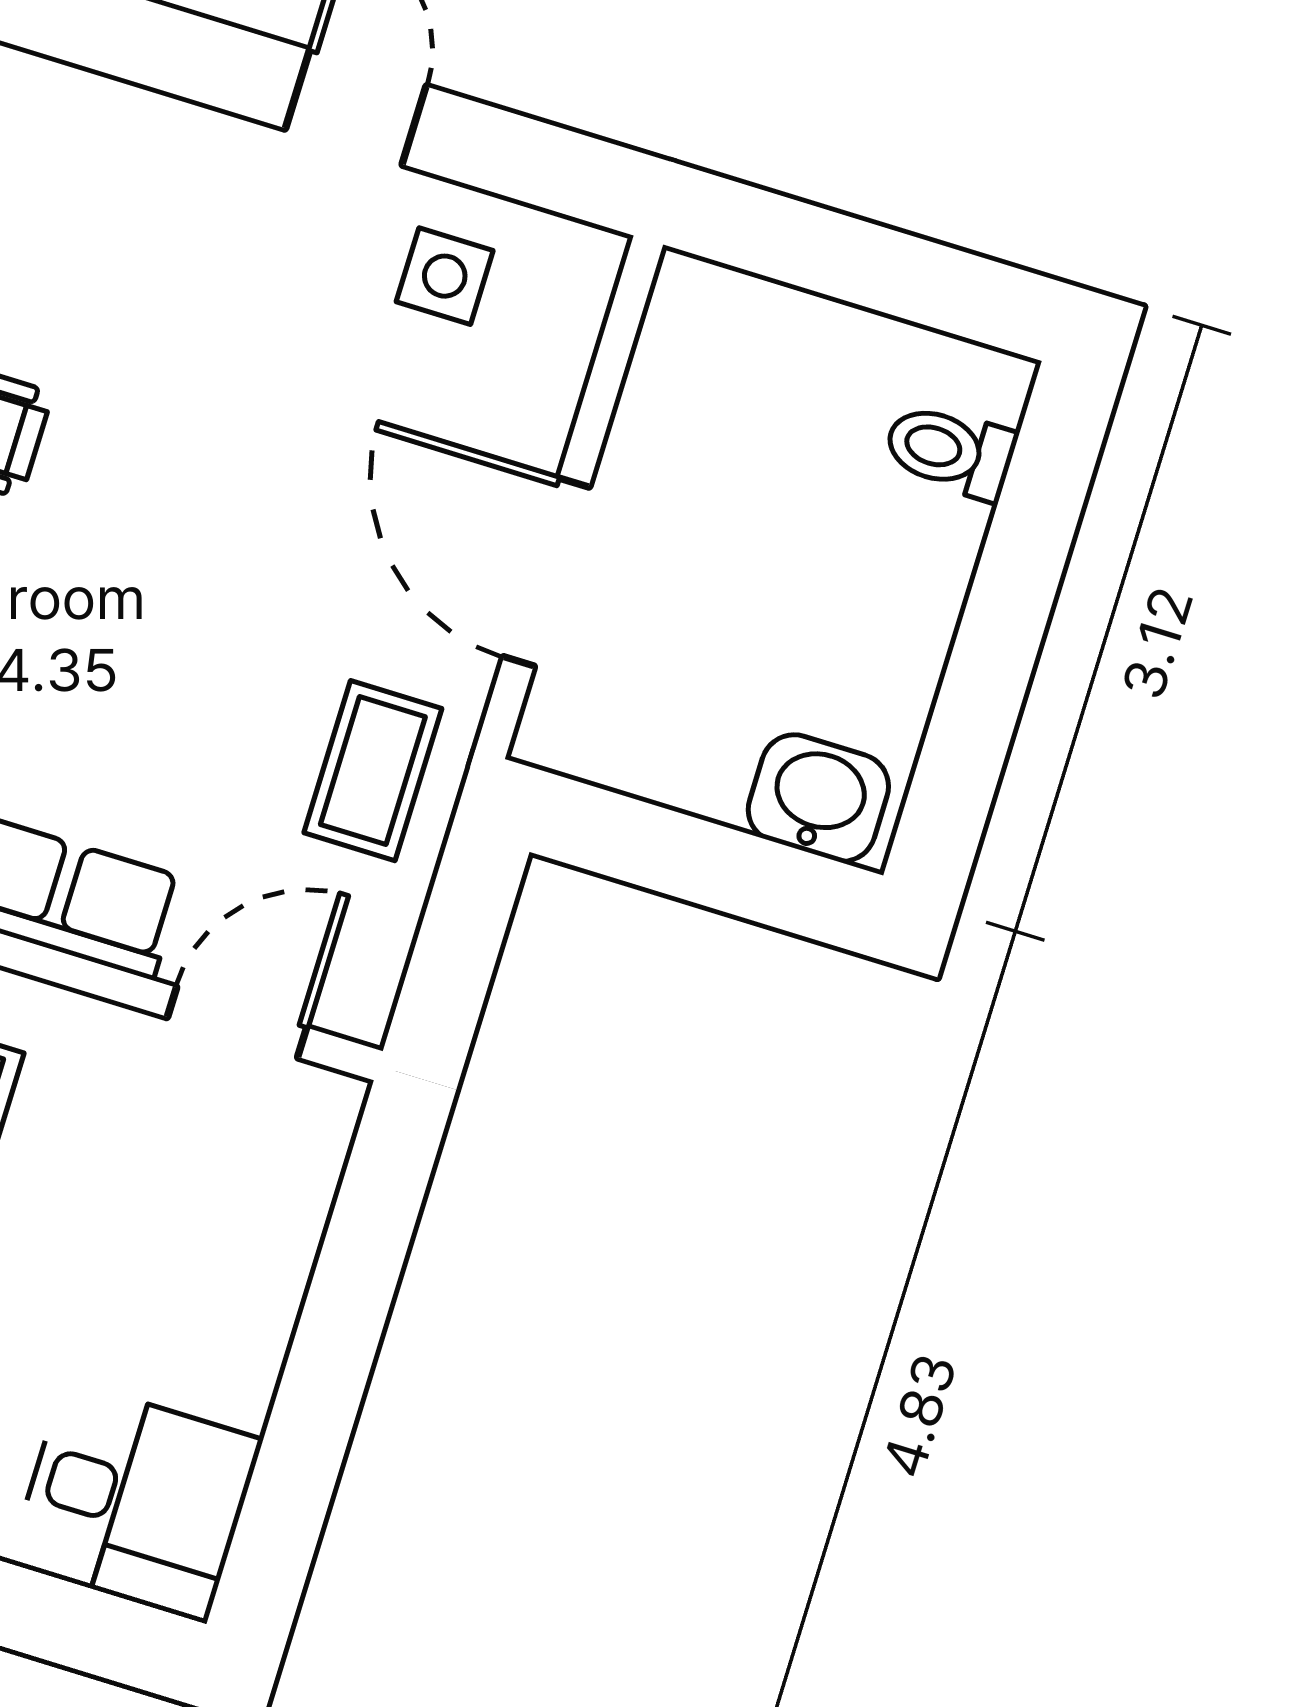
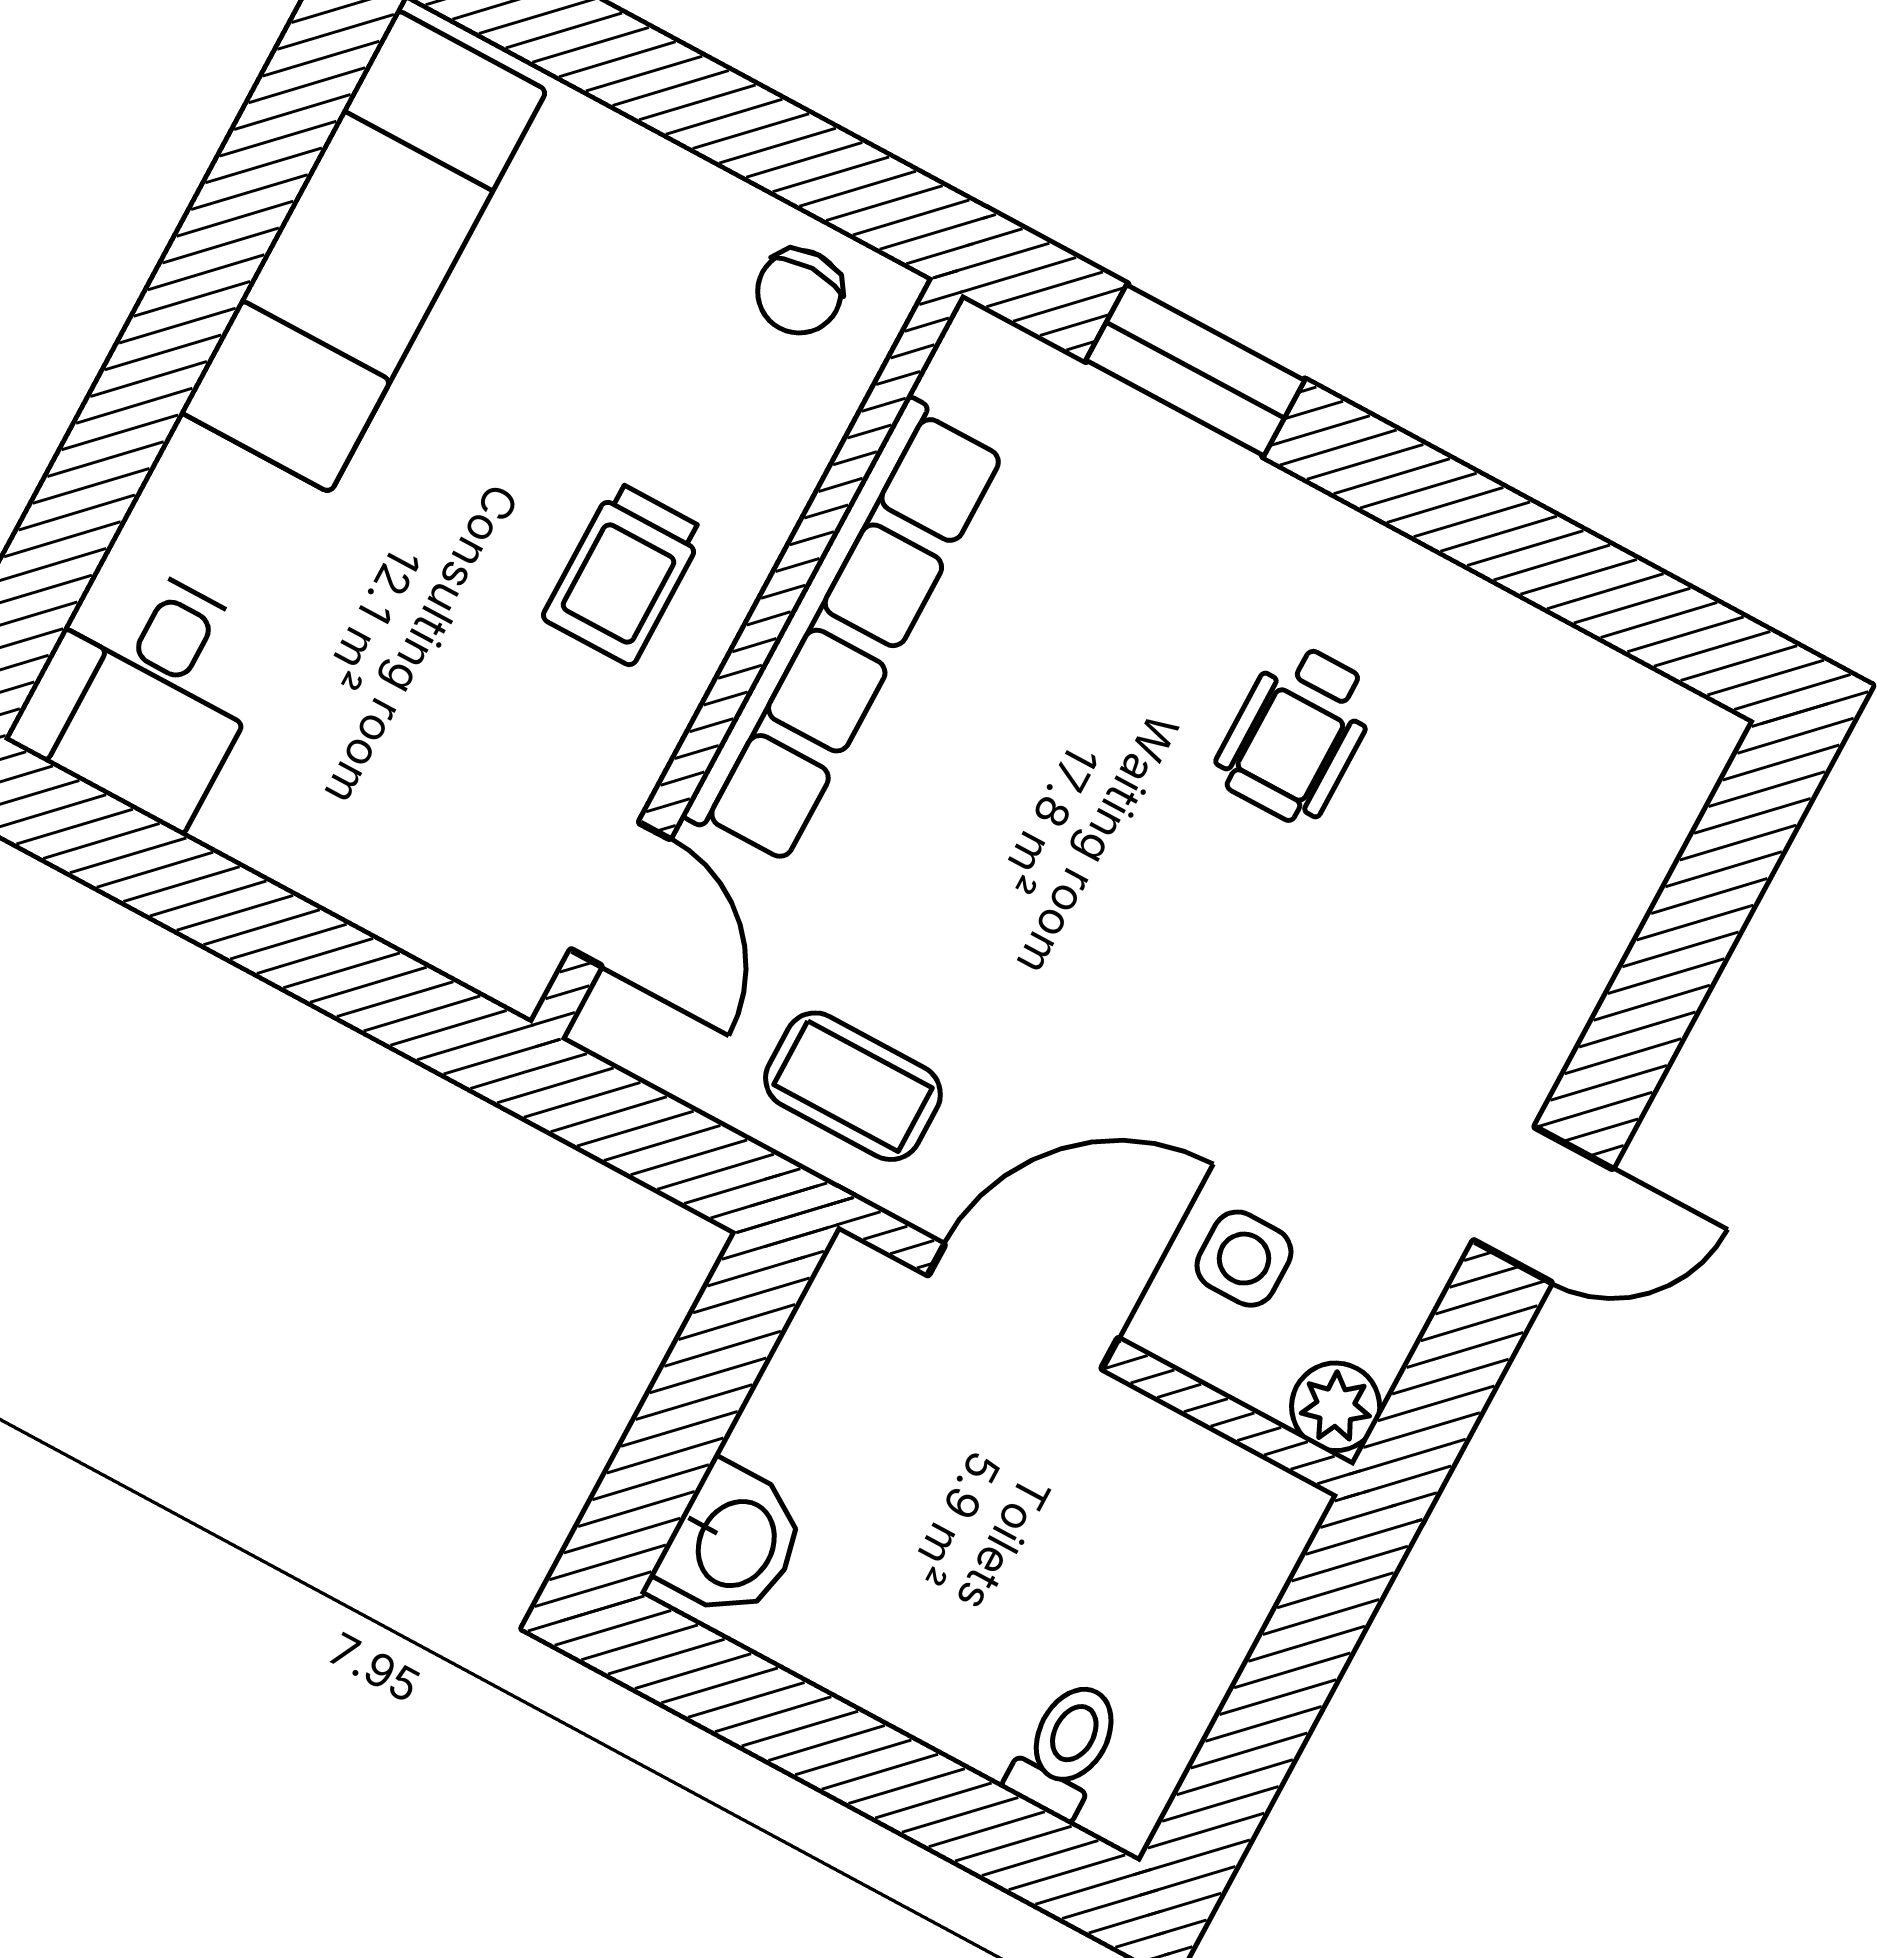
plant: (582, 263) -> (1336, 1407), added
side table: (445, 276) -> (1244, 1259), moved

